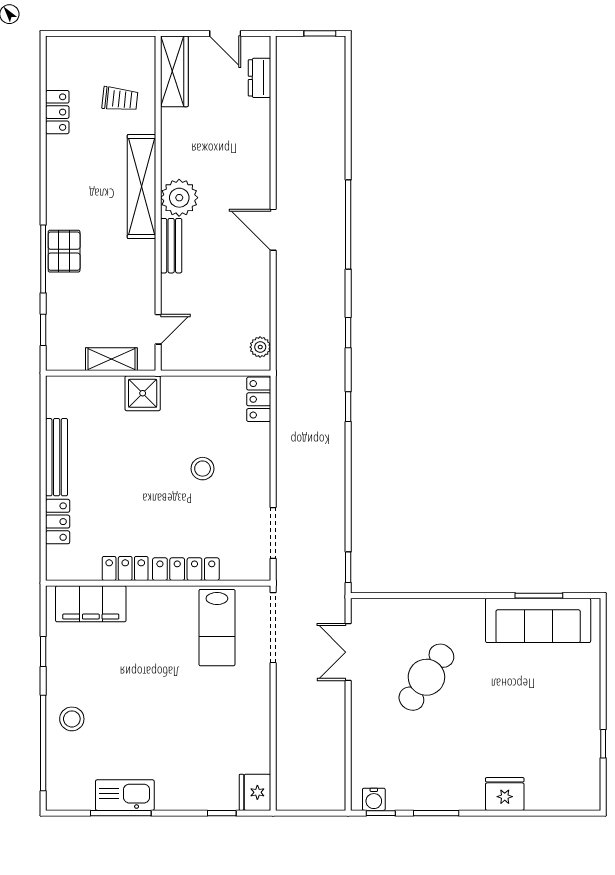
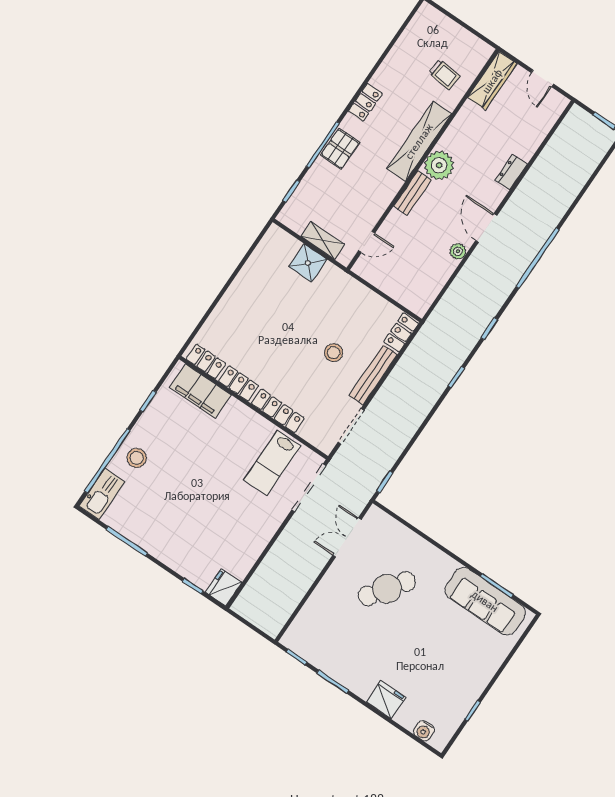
dresser: (260, 78) -> (511, 172), moved
locker: (57, 112) -> (365, 102), moved
plant: (260, 347) -> (458, 251), moved
shower: (143, 393) -> (308, 263), moved
bench: (57, 457) -> (373, 375), moved
locker: (58, 522) -> (206, 361), moved, turned -90
kitchen sink: (125, 795) -> (102, 494), moved, turned 90
water cooler: (374, 799) -> (424, 731), moved

